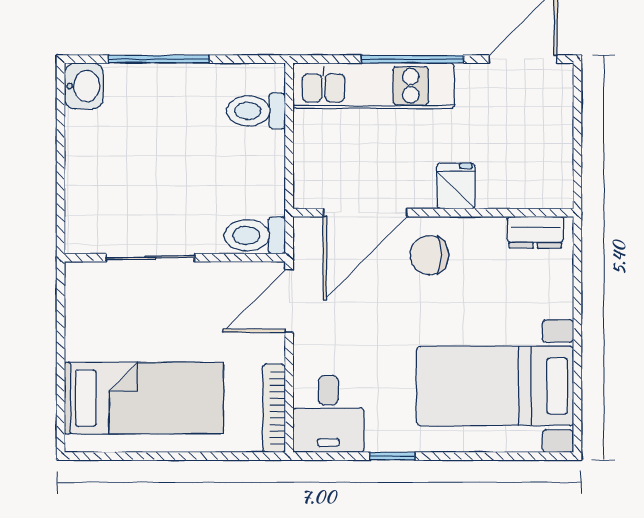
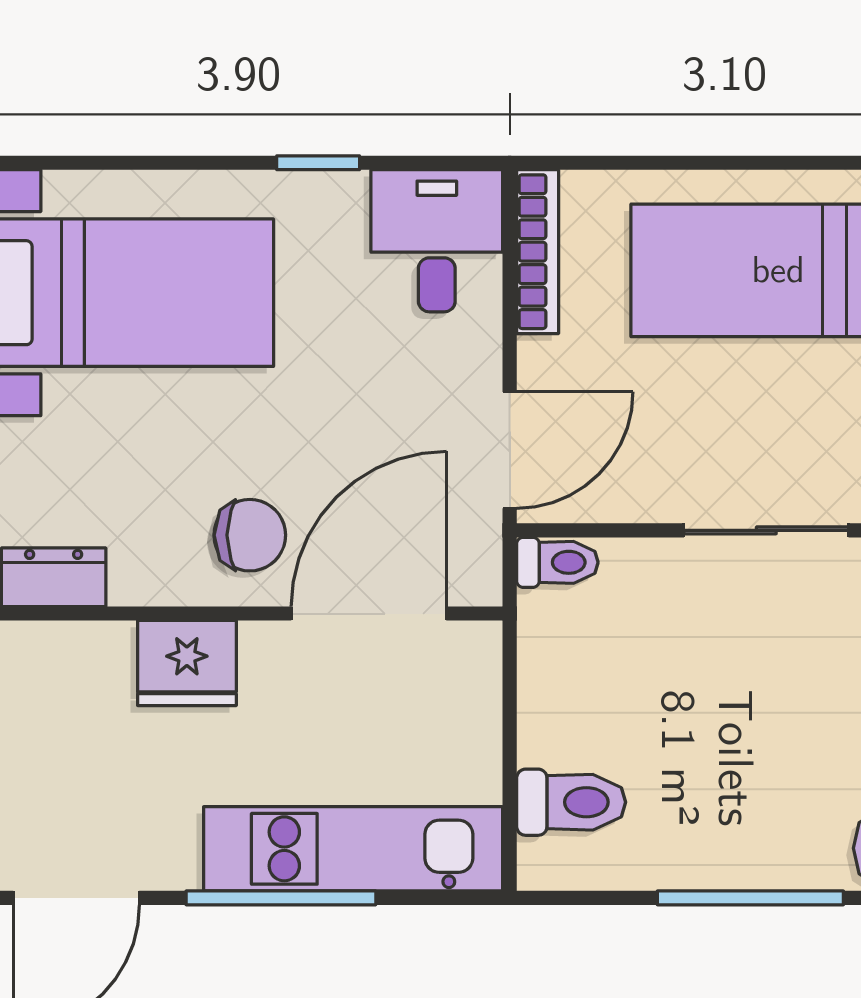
fridge: (456, 186) -> (187, 663), width x1.38
toilet: (255, 235) -> (557, 562), width x0.73, depth x0.72

